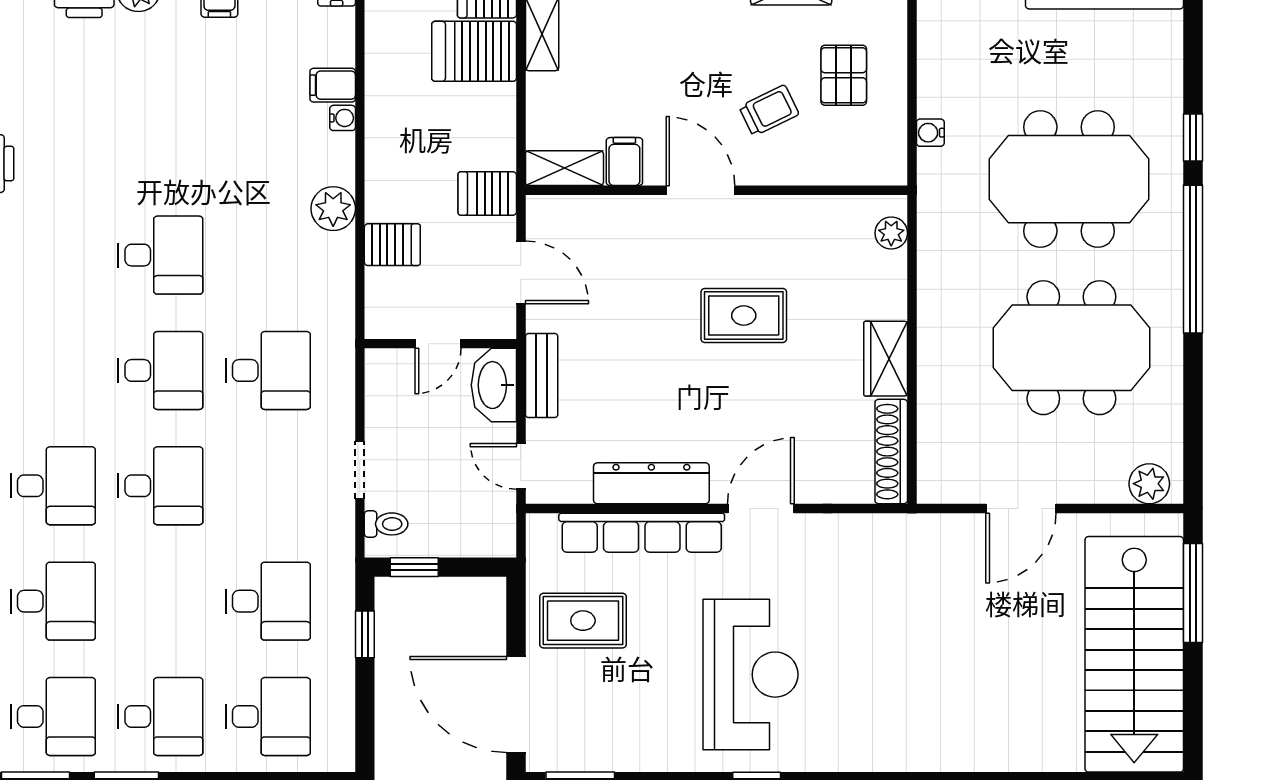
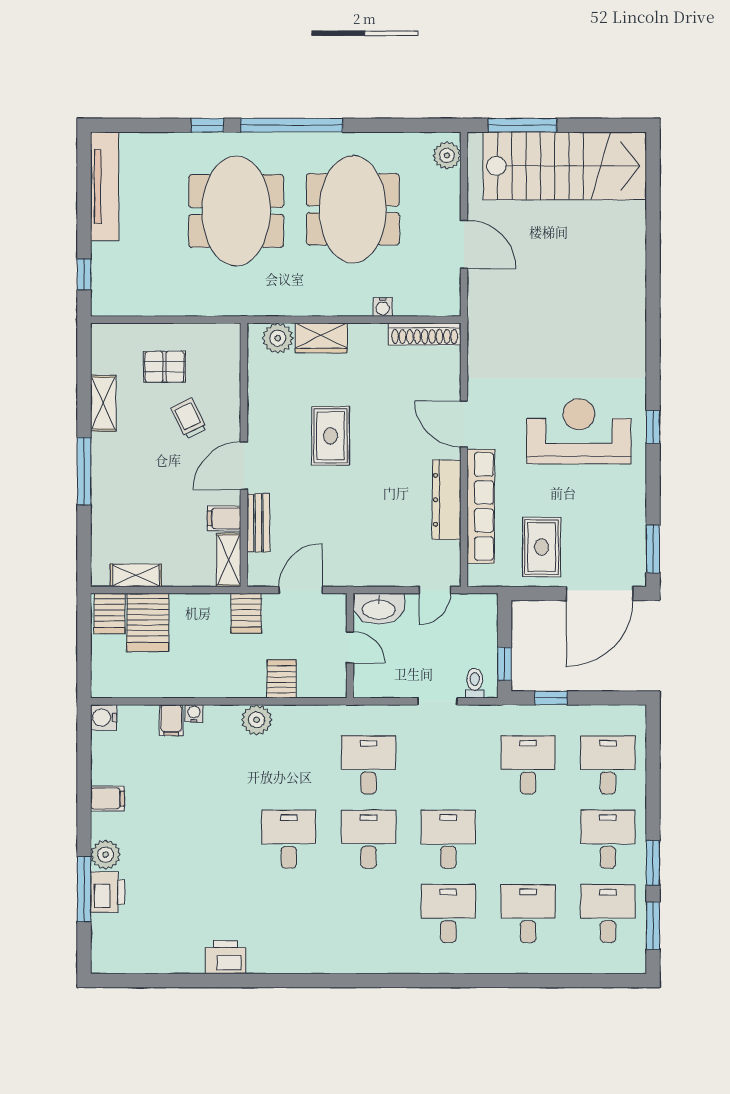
water cooler: (930, 133) -> (383, 307), moved
plant: (891, 233) -> (278, 338), width x1.38, depth x1.38
wardrobe: (886, 359) -> (321, 338), moved
bench: (542, 376) -> (258, 523), moved, turned 90

